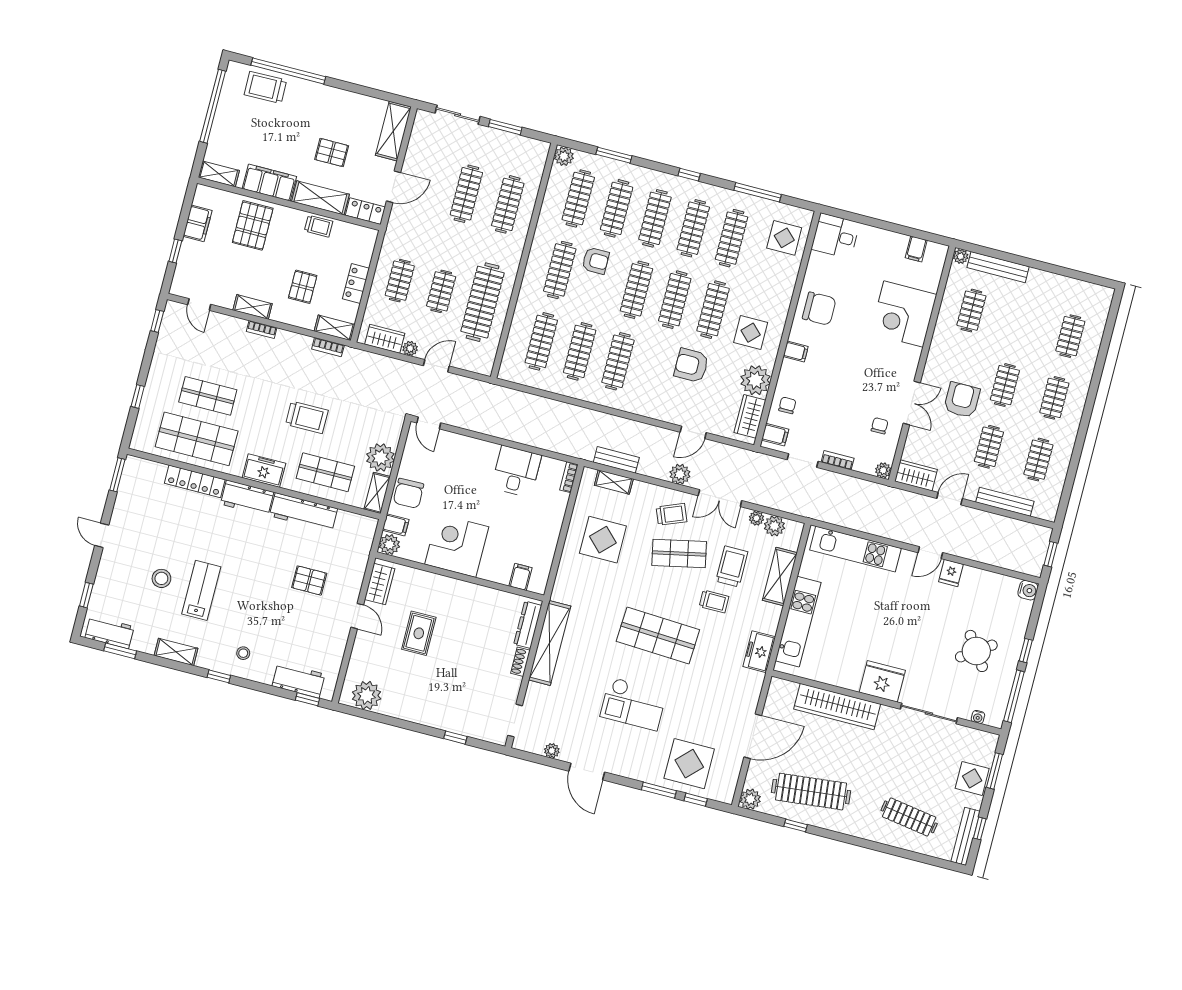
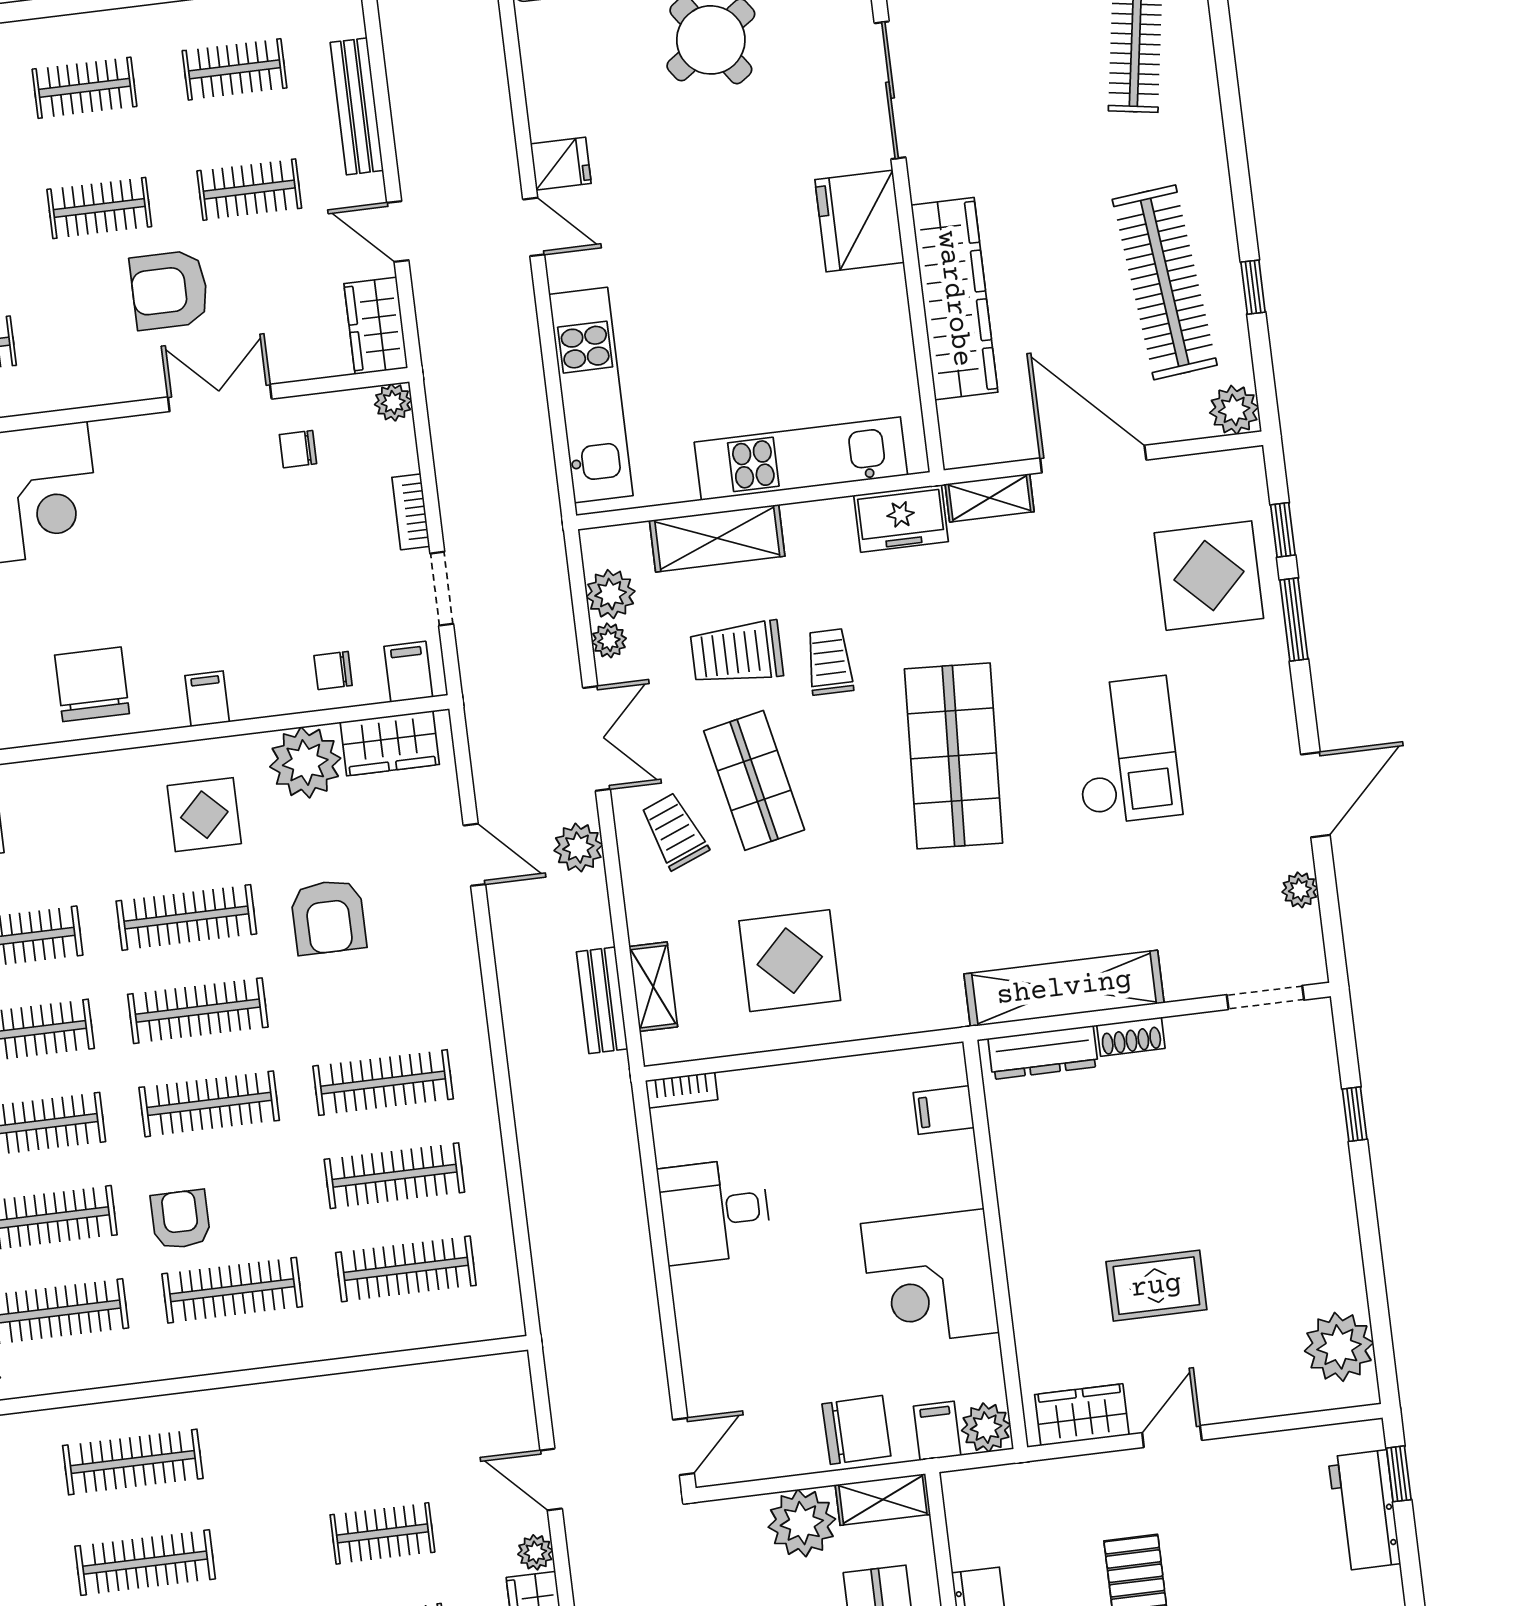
clothes rail: (483, 302) -> (370, 1433), removed
shelving: (754, 690) -> (990, 498), added

